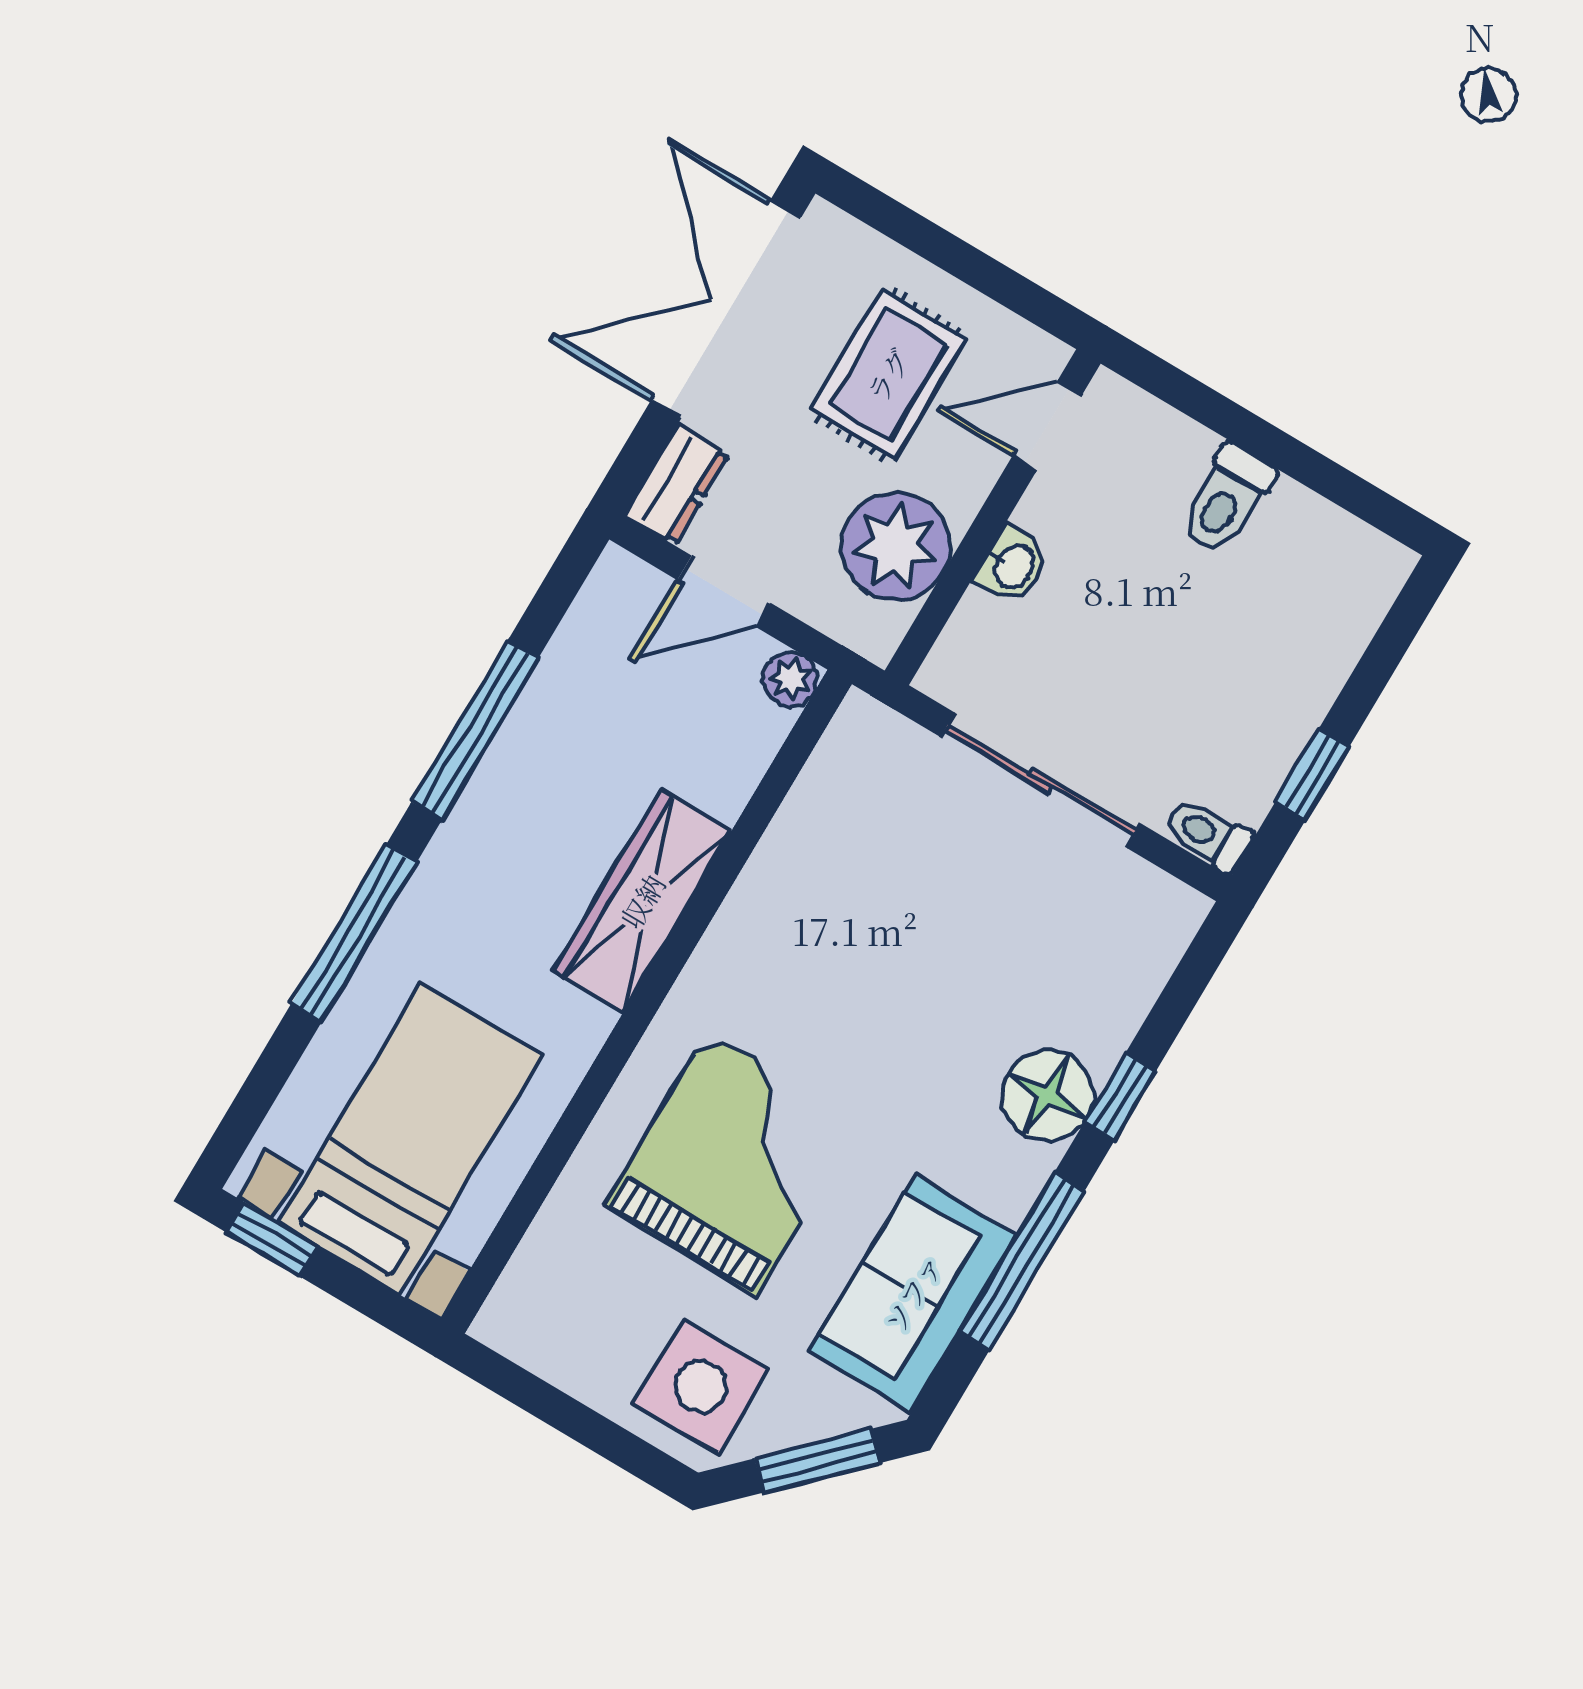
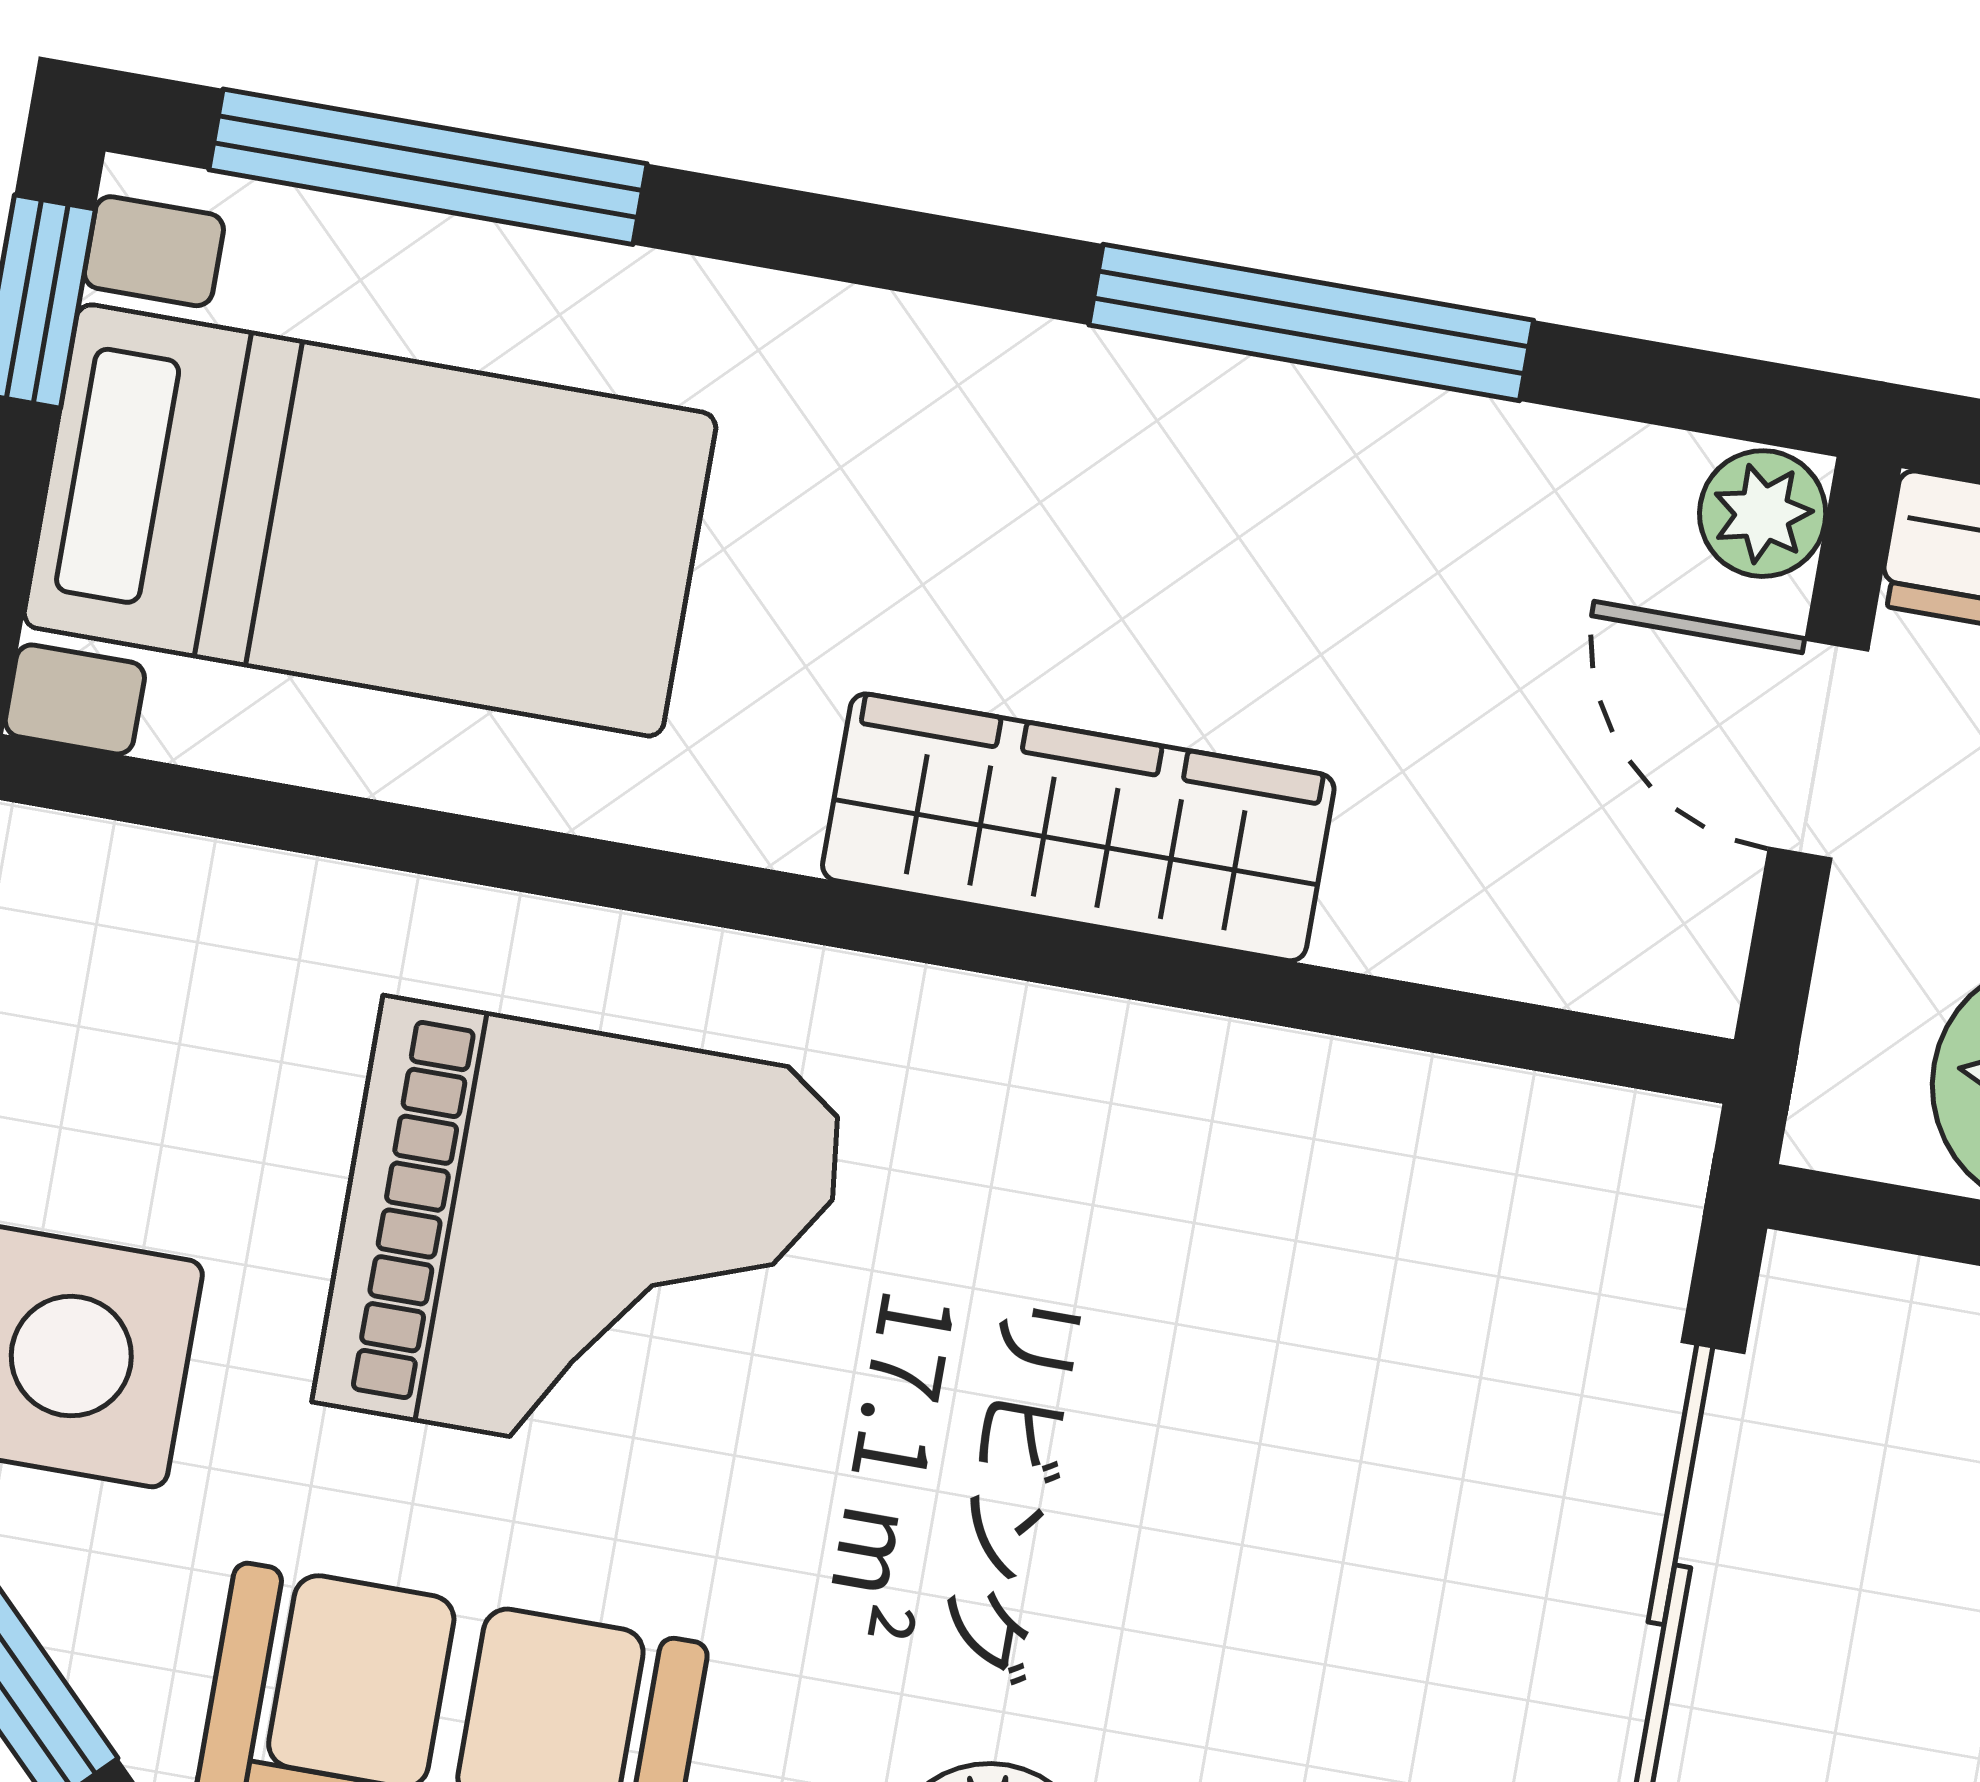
plant: (790, 679) -> (1763, 514), moved
window: (354, 933) -> (428, 167), moved

